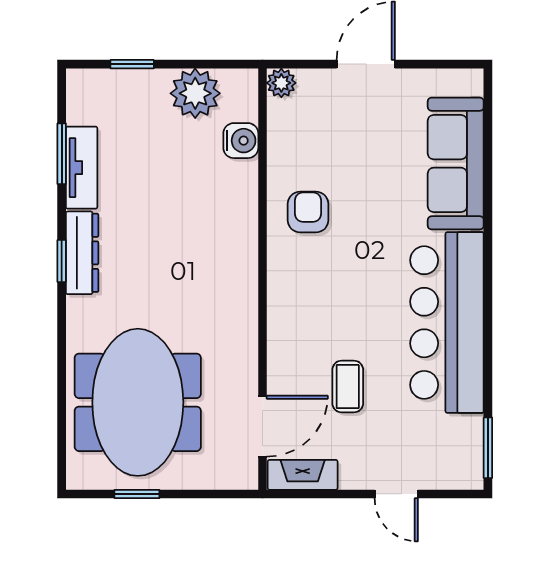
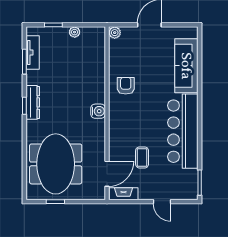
plant: (195, 93) -> (75, 32), width x0.53, depth x0.53
water cooler: (241, 141) -> (98, 111), moved
tv unit: (82, 168) -> (33, 52), moved

